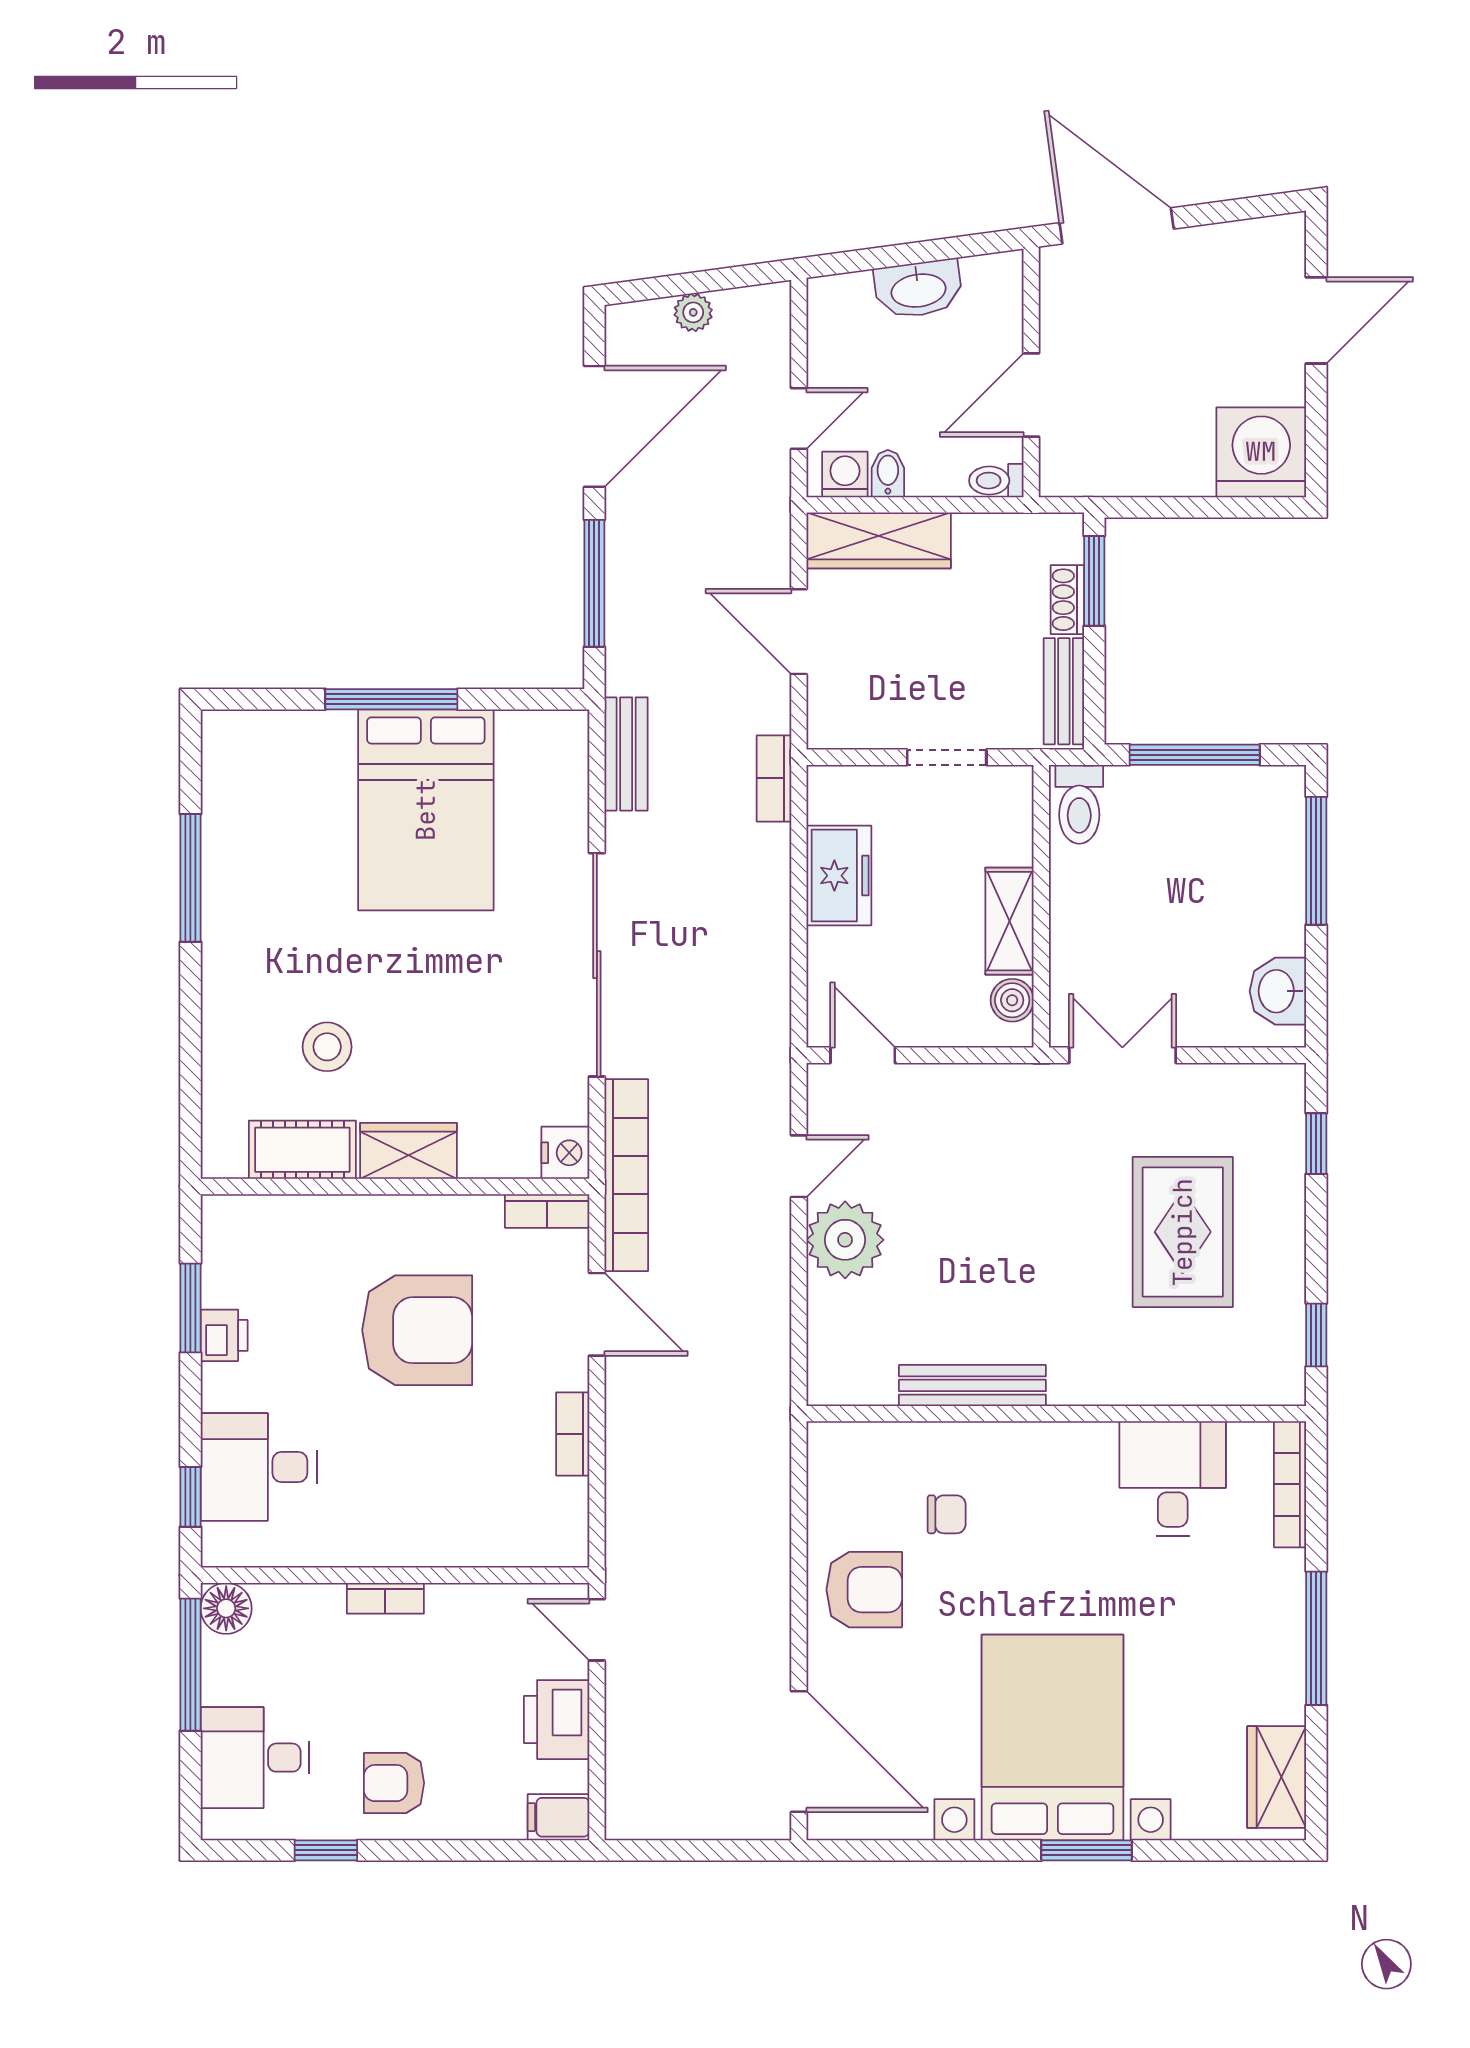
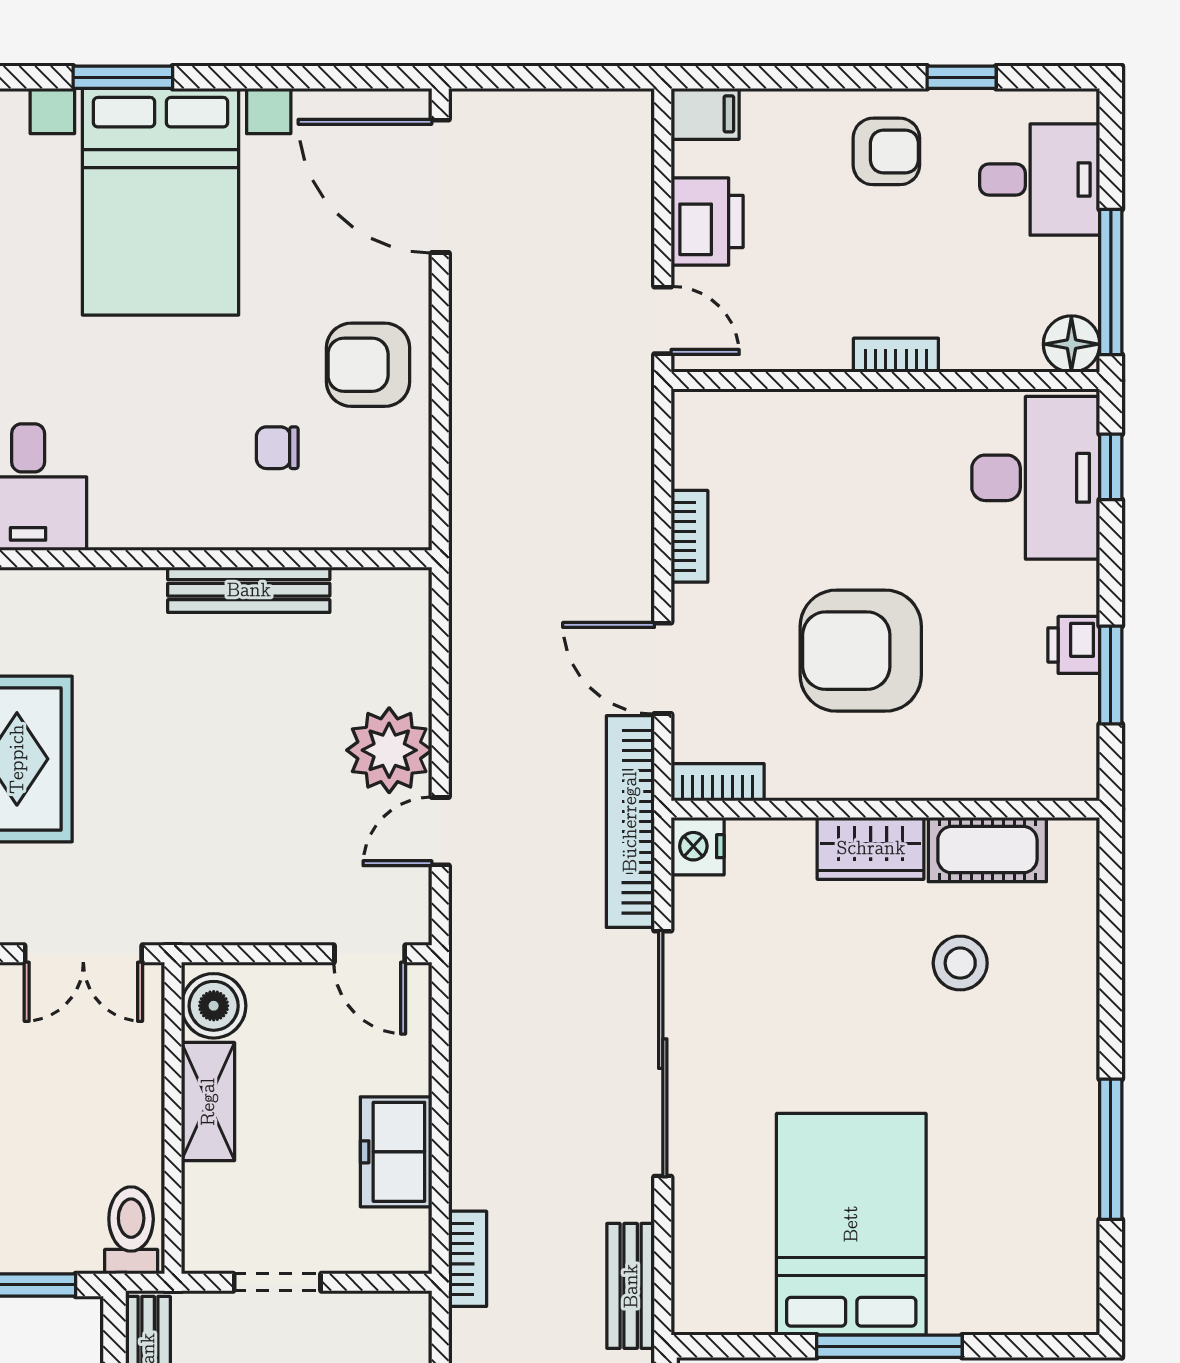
boiler: (1012, 1000) -> (214, 1006), width x1.36, depth x1.36
desk: (259, 1467) -> (1036, 478), width x1.37

